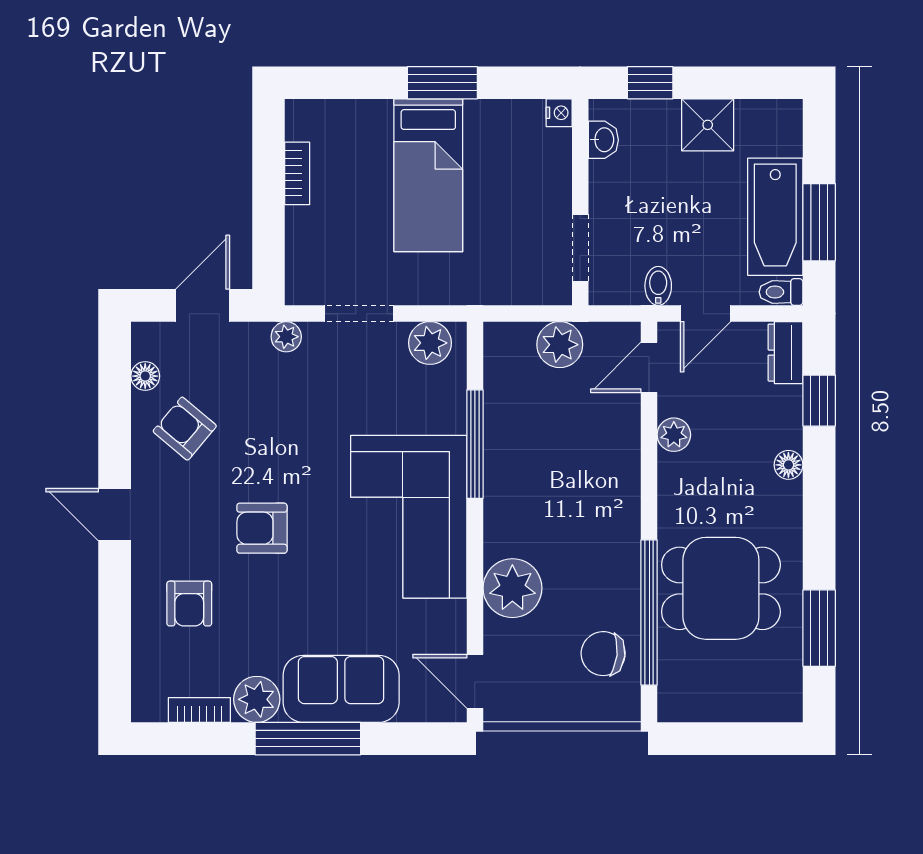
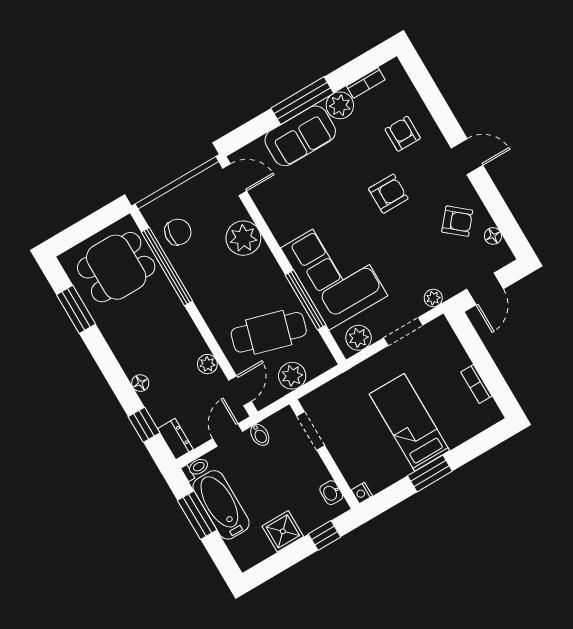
cafe table: (557, 428) -> (269, 332), added
corner sofa: (409, 517) -> (334, 272), moved
dining table: (721, 588) -> (116, 267), moved

